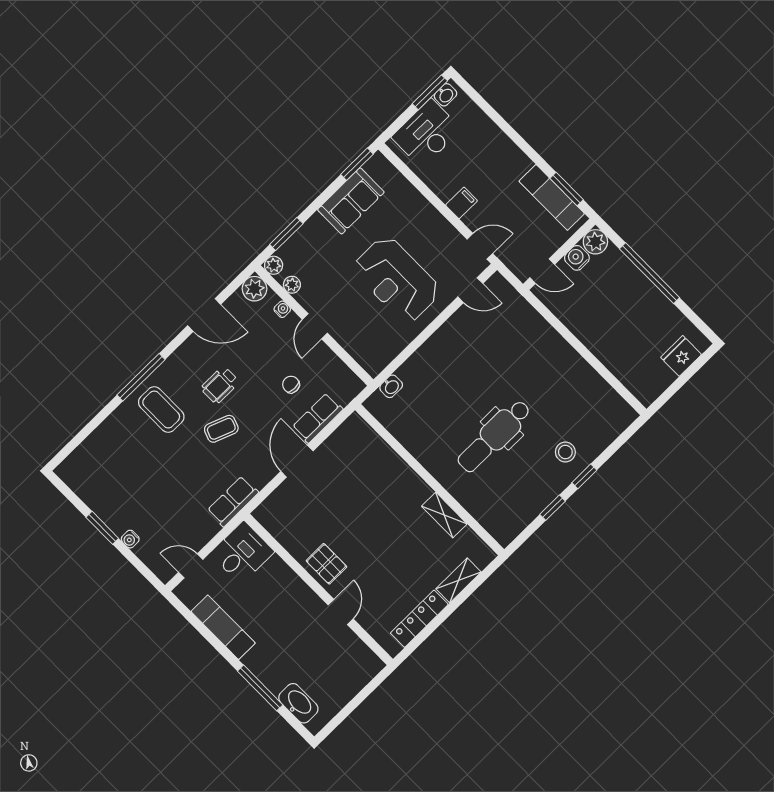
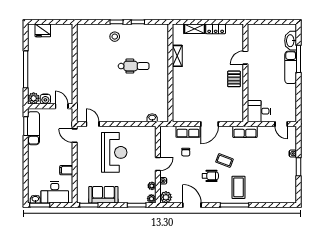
filing cabinet: (462, 203) -> (66, 170), moved
dental chair: (494, 436) -> (134, 66), width x0.73, depth x0.72
locker: (419, 619) -> (216, 29), width x0.66
exam couch: (223, 627) -> (291, 67), moved

